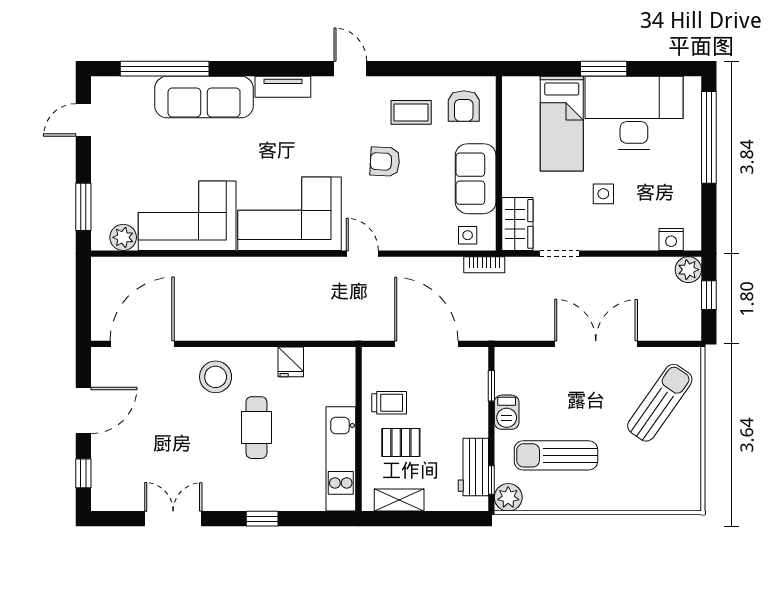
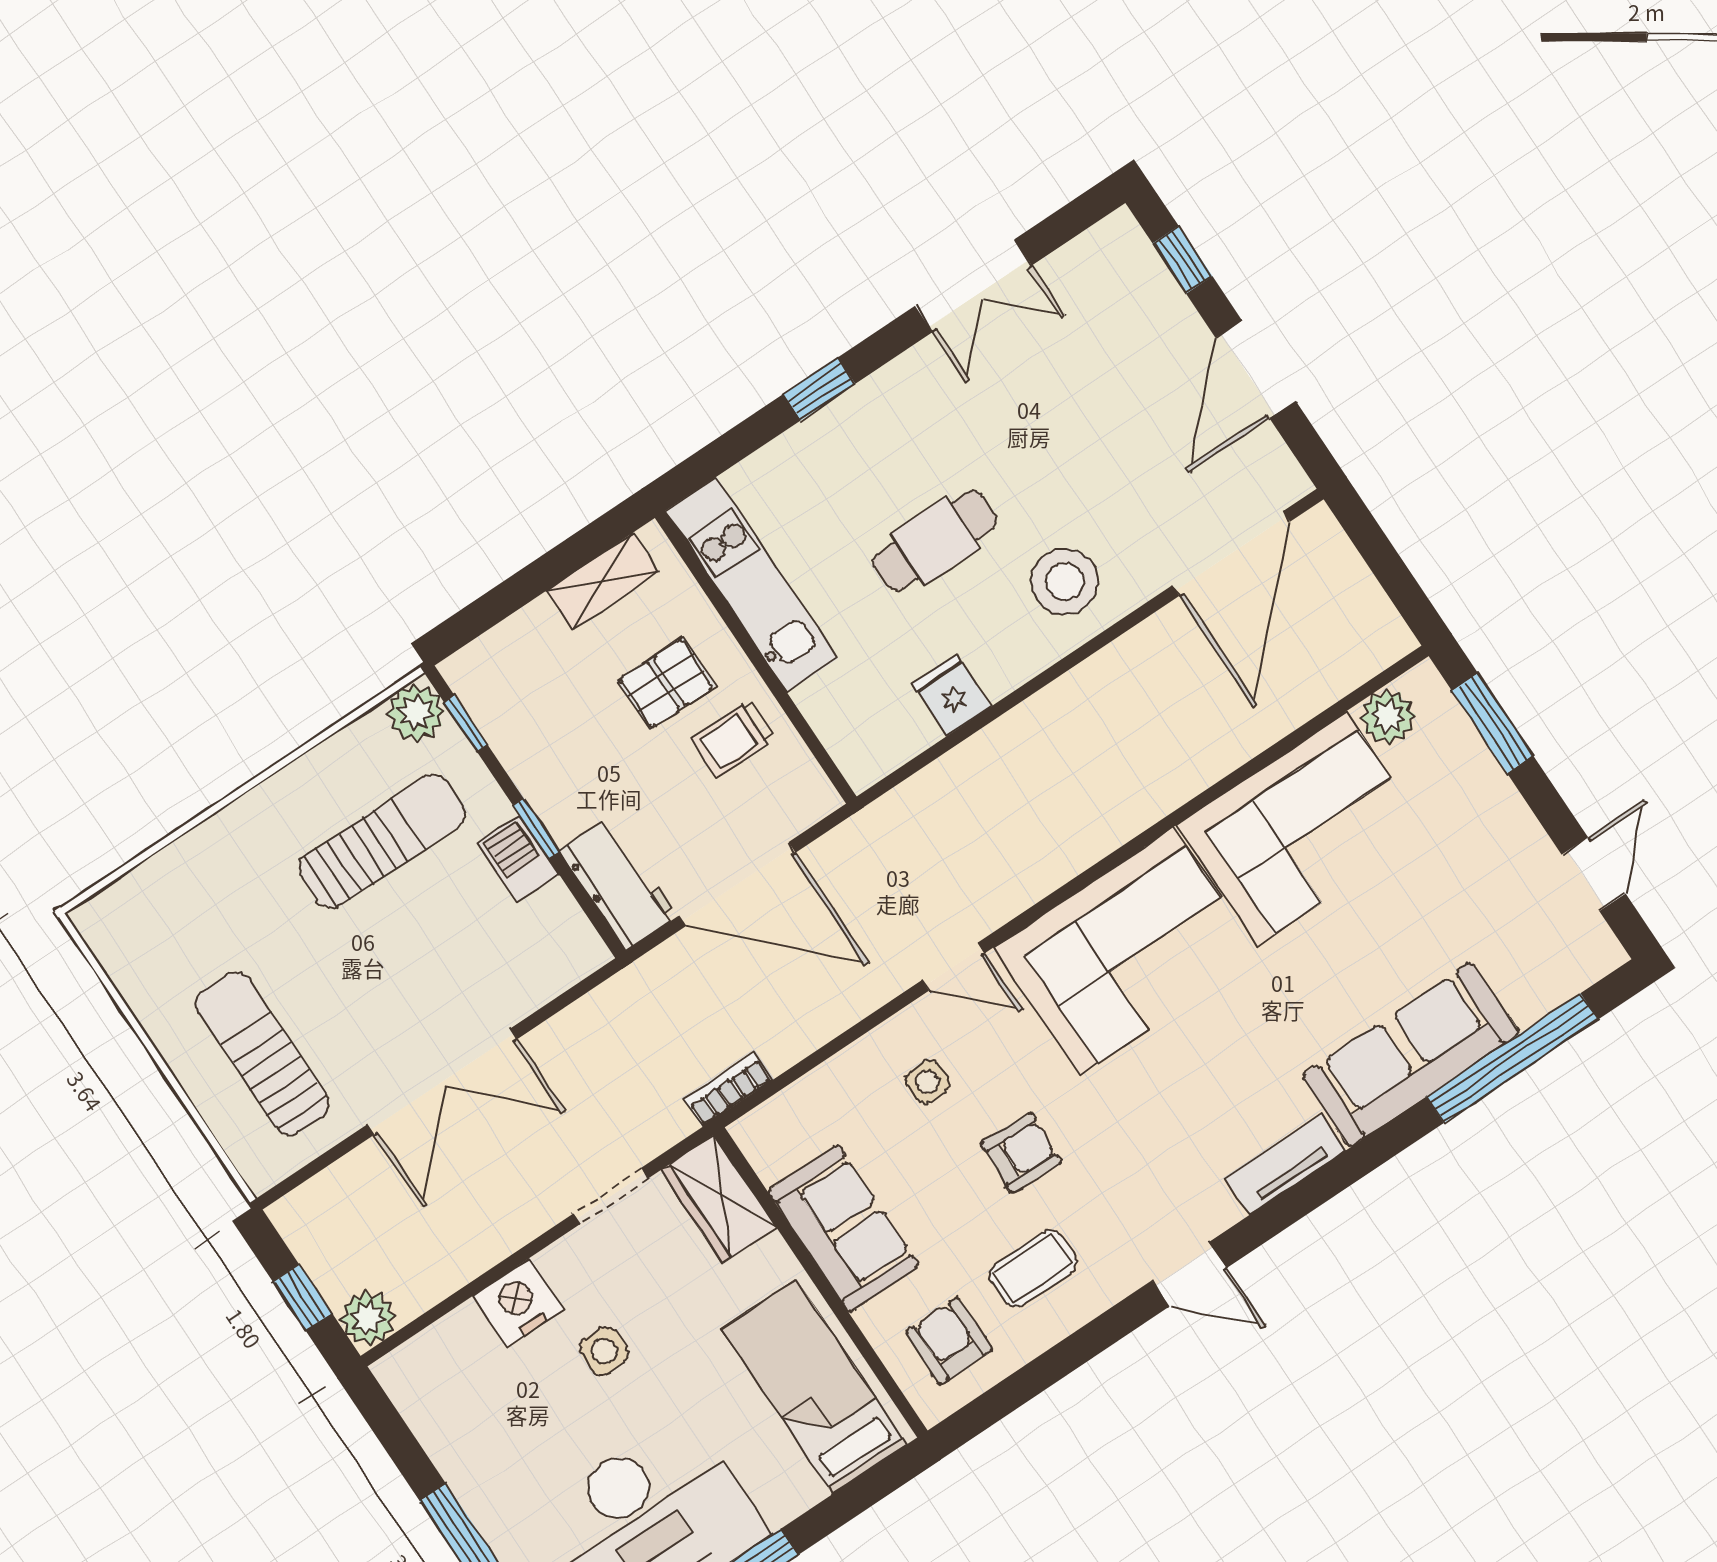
bed: (562, 124) -> (814, 1387), moved
side table: (468, 235) -> (927, 1082), moved
nightstand: (671, 239) -> (518, 1302), moved, width x1.36, depth x1.33
window: (491, 386) -> (536, 828), moved
sun lounger: (660, 403) -> (263, 1054), turned 145
cafe table: (256, 428) -> (935, 541), turned 90
workbench: (473, 467) -> (618, 883), moved

